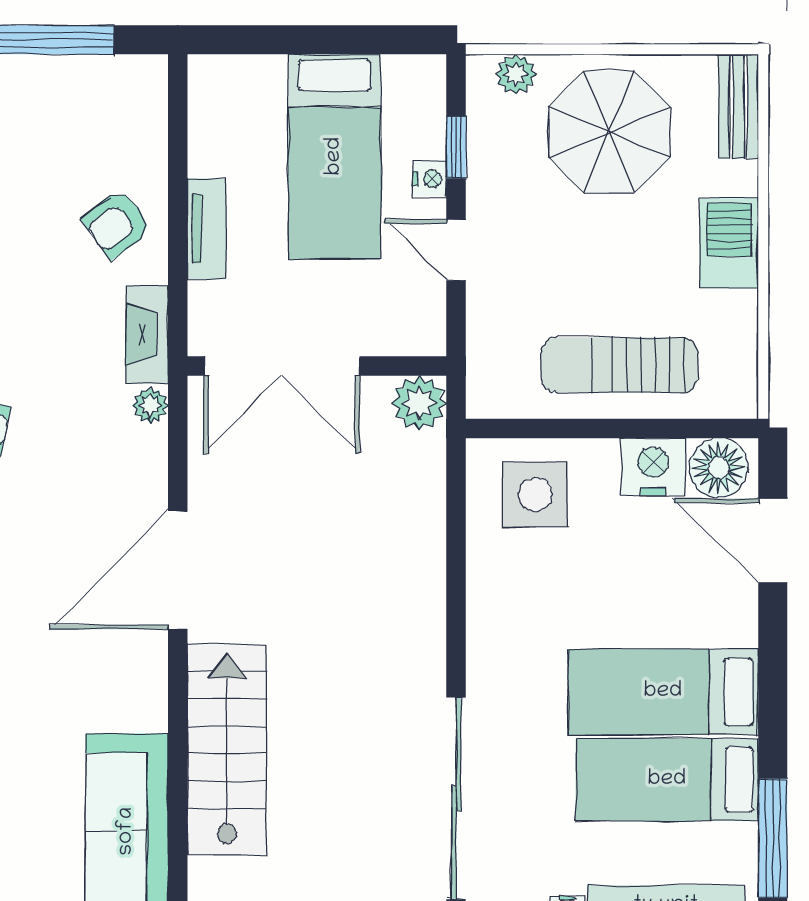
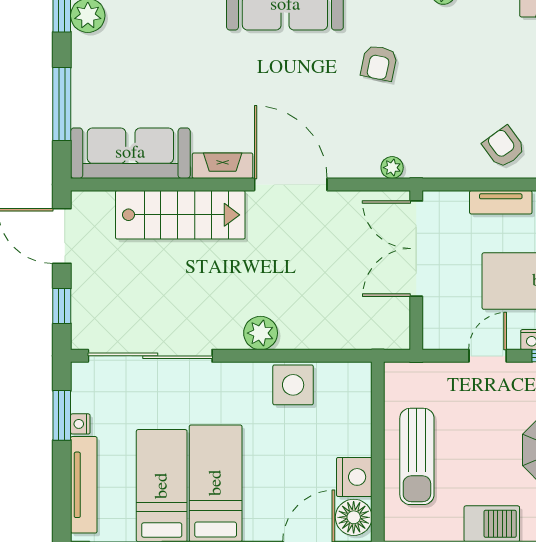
fireplace: (147, 335) -> (223, 166), moved
sun lounger: (620, 365) -> (417, 456), turned 180
plant: (419, 403) -> (261, 333), moved
side table: (535, 495) -> (293, 385), moved

